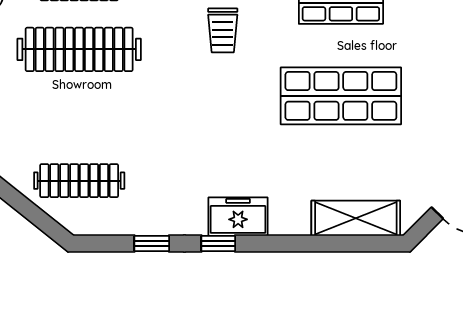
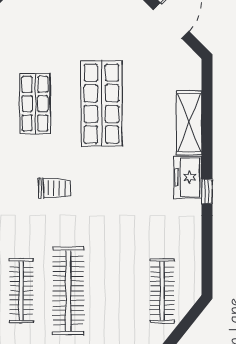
shelving: (356, 218) -> (189, 123), moved
window: (152, 243) -> (207, 239), removed

